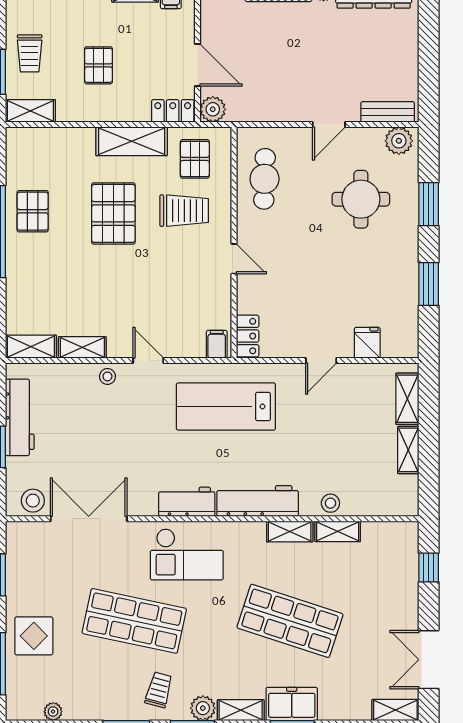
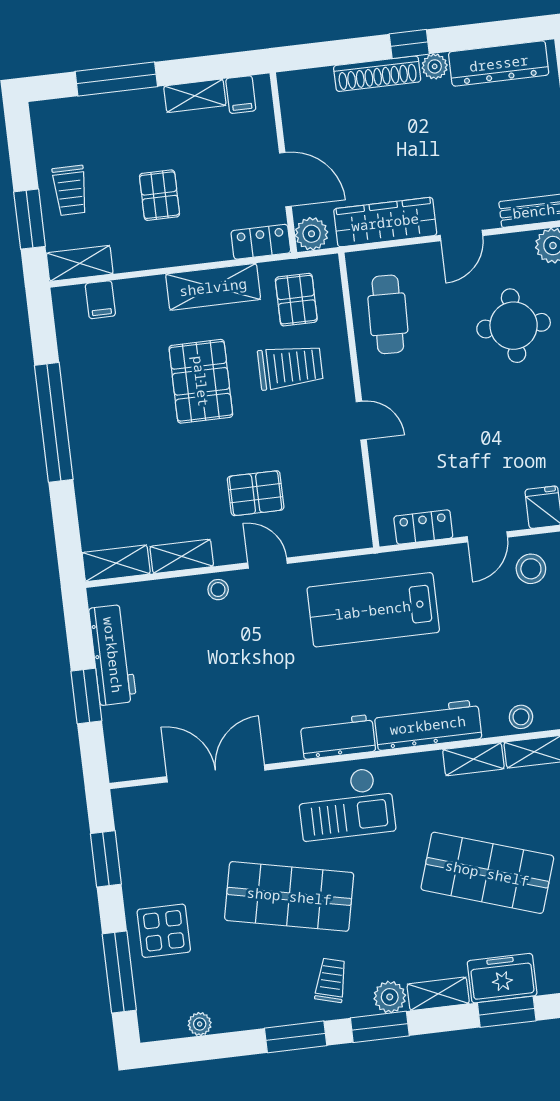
wardrobe: (271, 107) -> (385, 222), added
pallet: (33, 211) -> (256, 493), moved, turned 90
locker: (248, 336) -> (423, 527), moved, turned -90
filing cabinet: (217, 344) -> (100, 300), moved, turned 180
stool: (33, 501) -> (531, 569), moved

